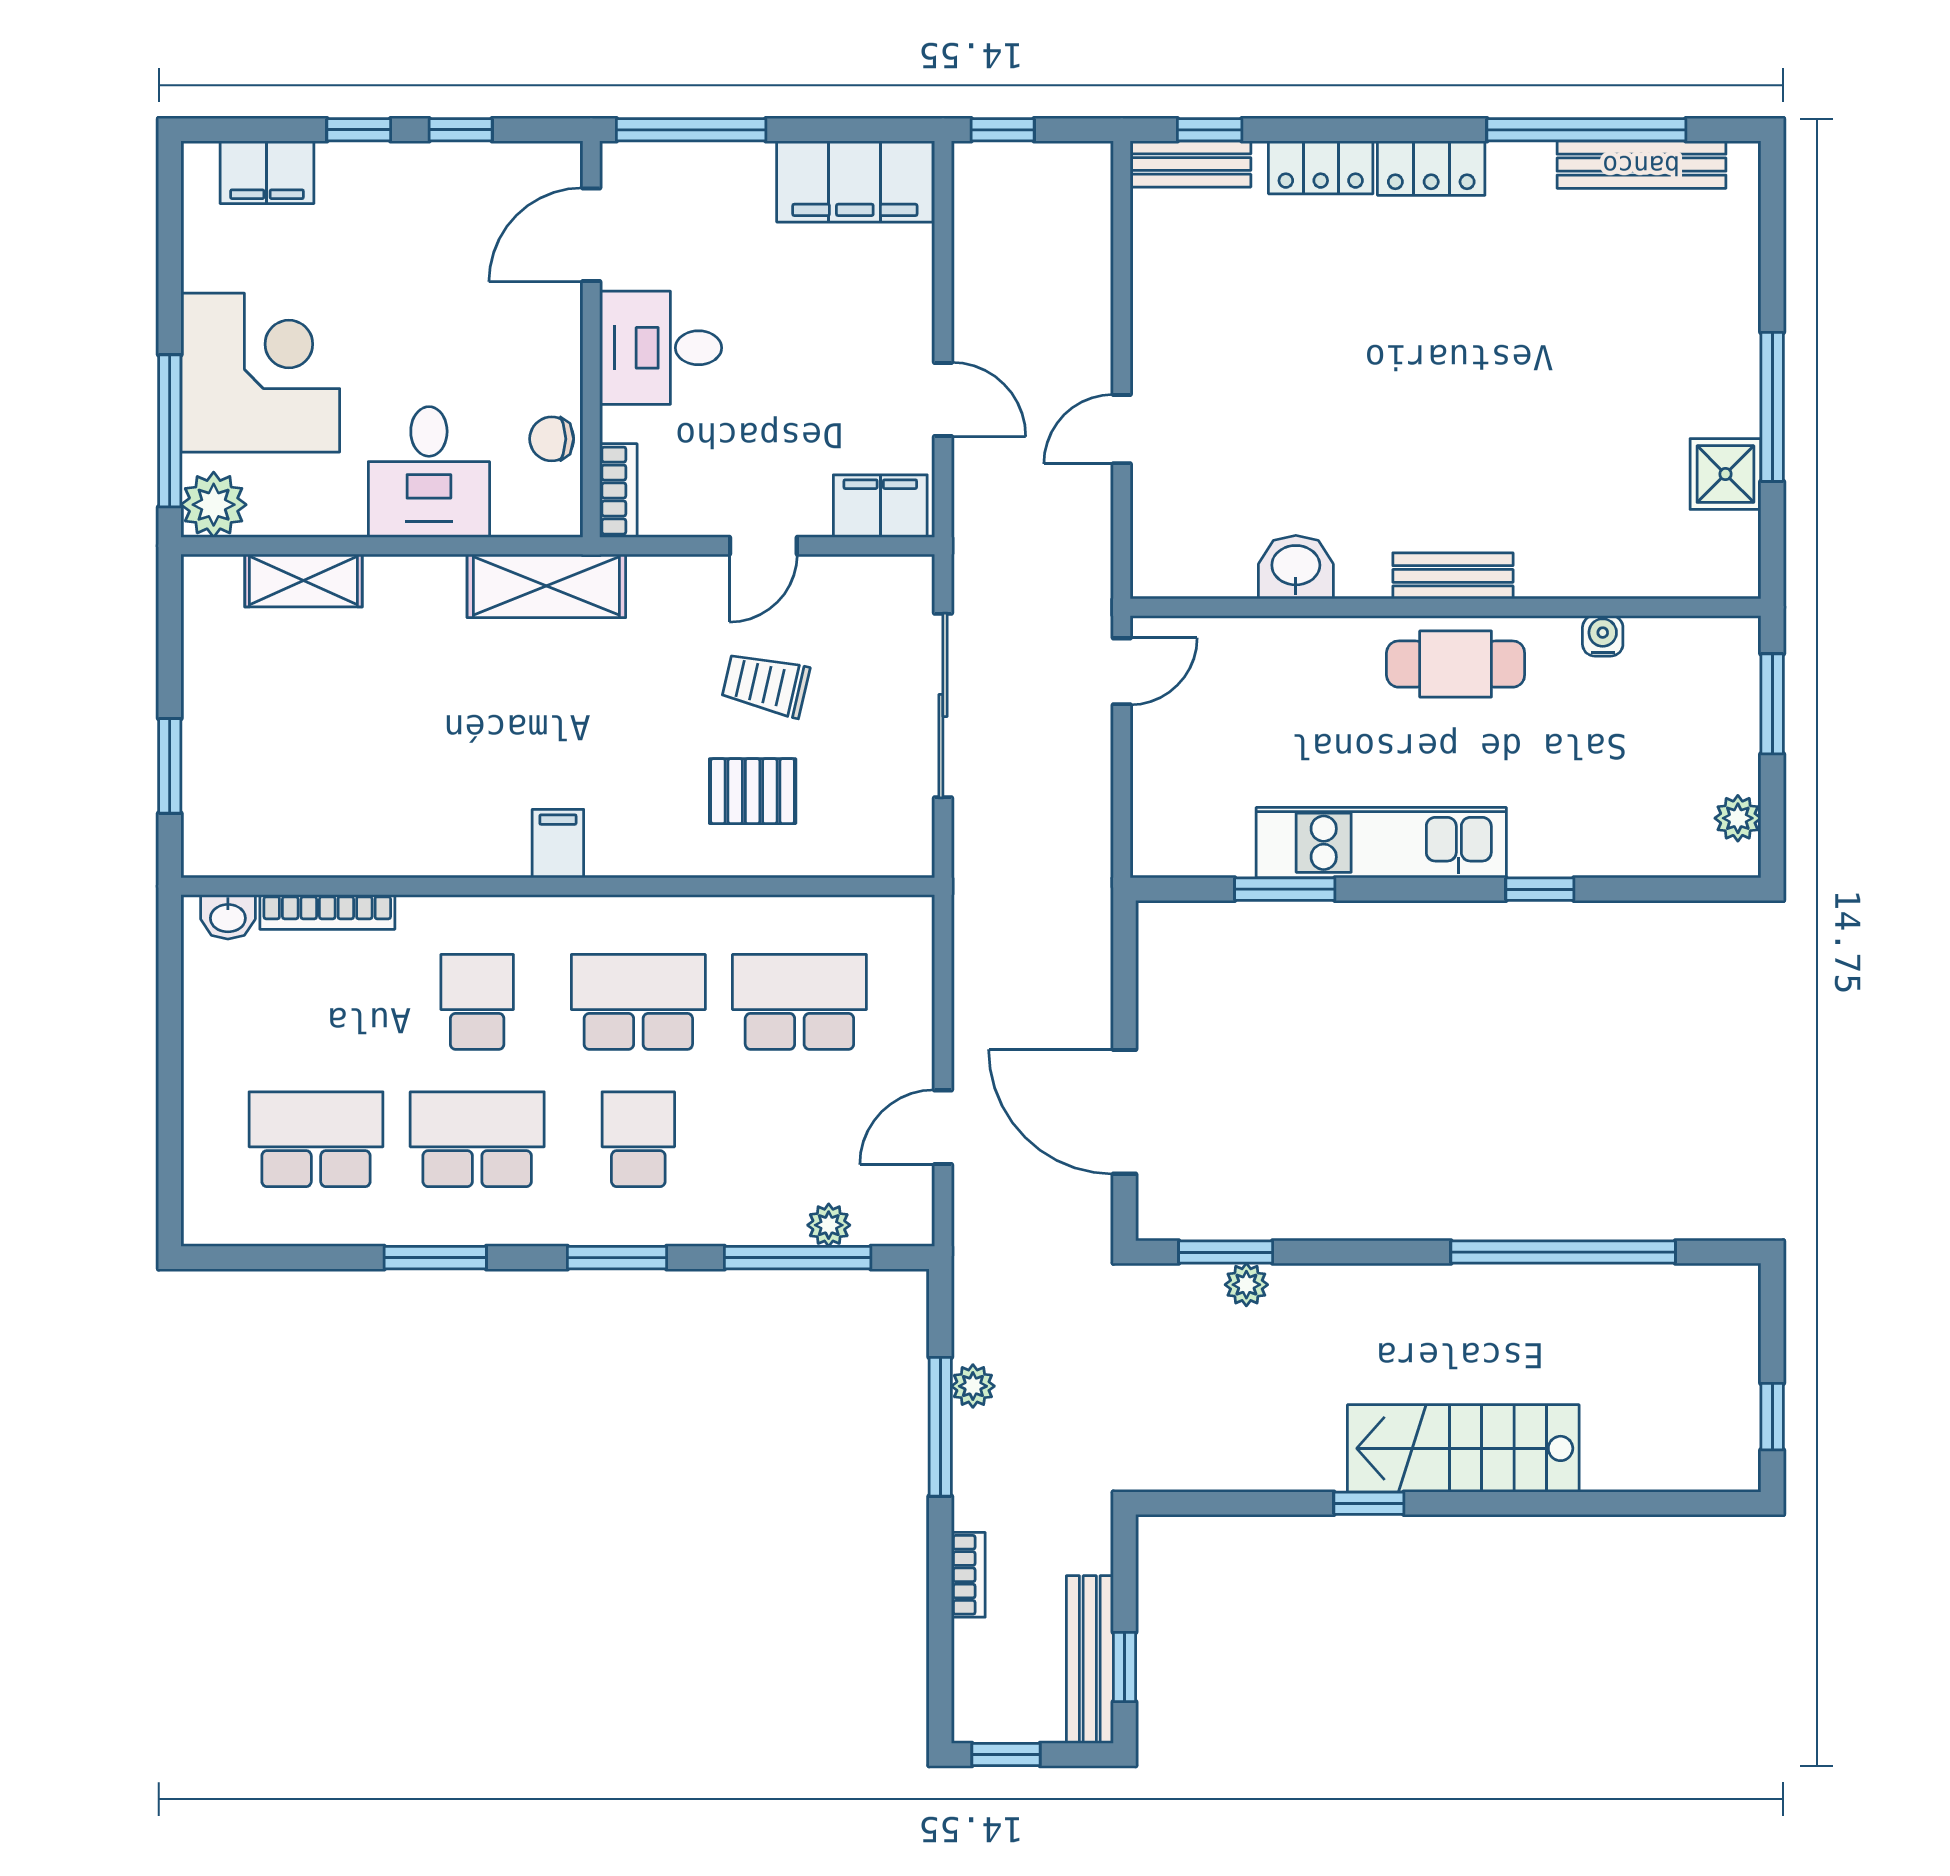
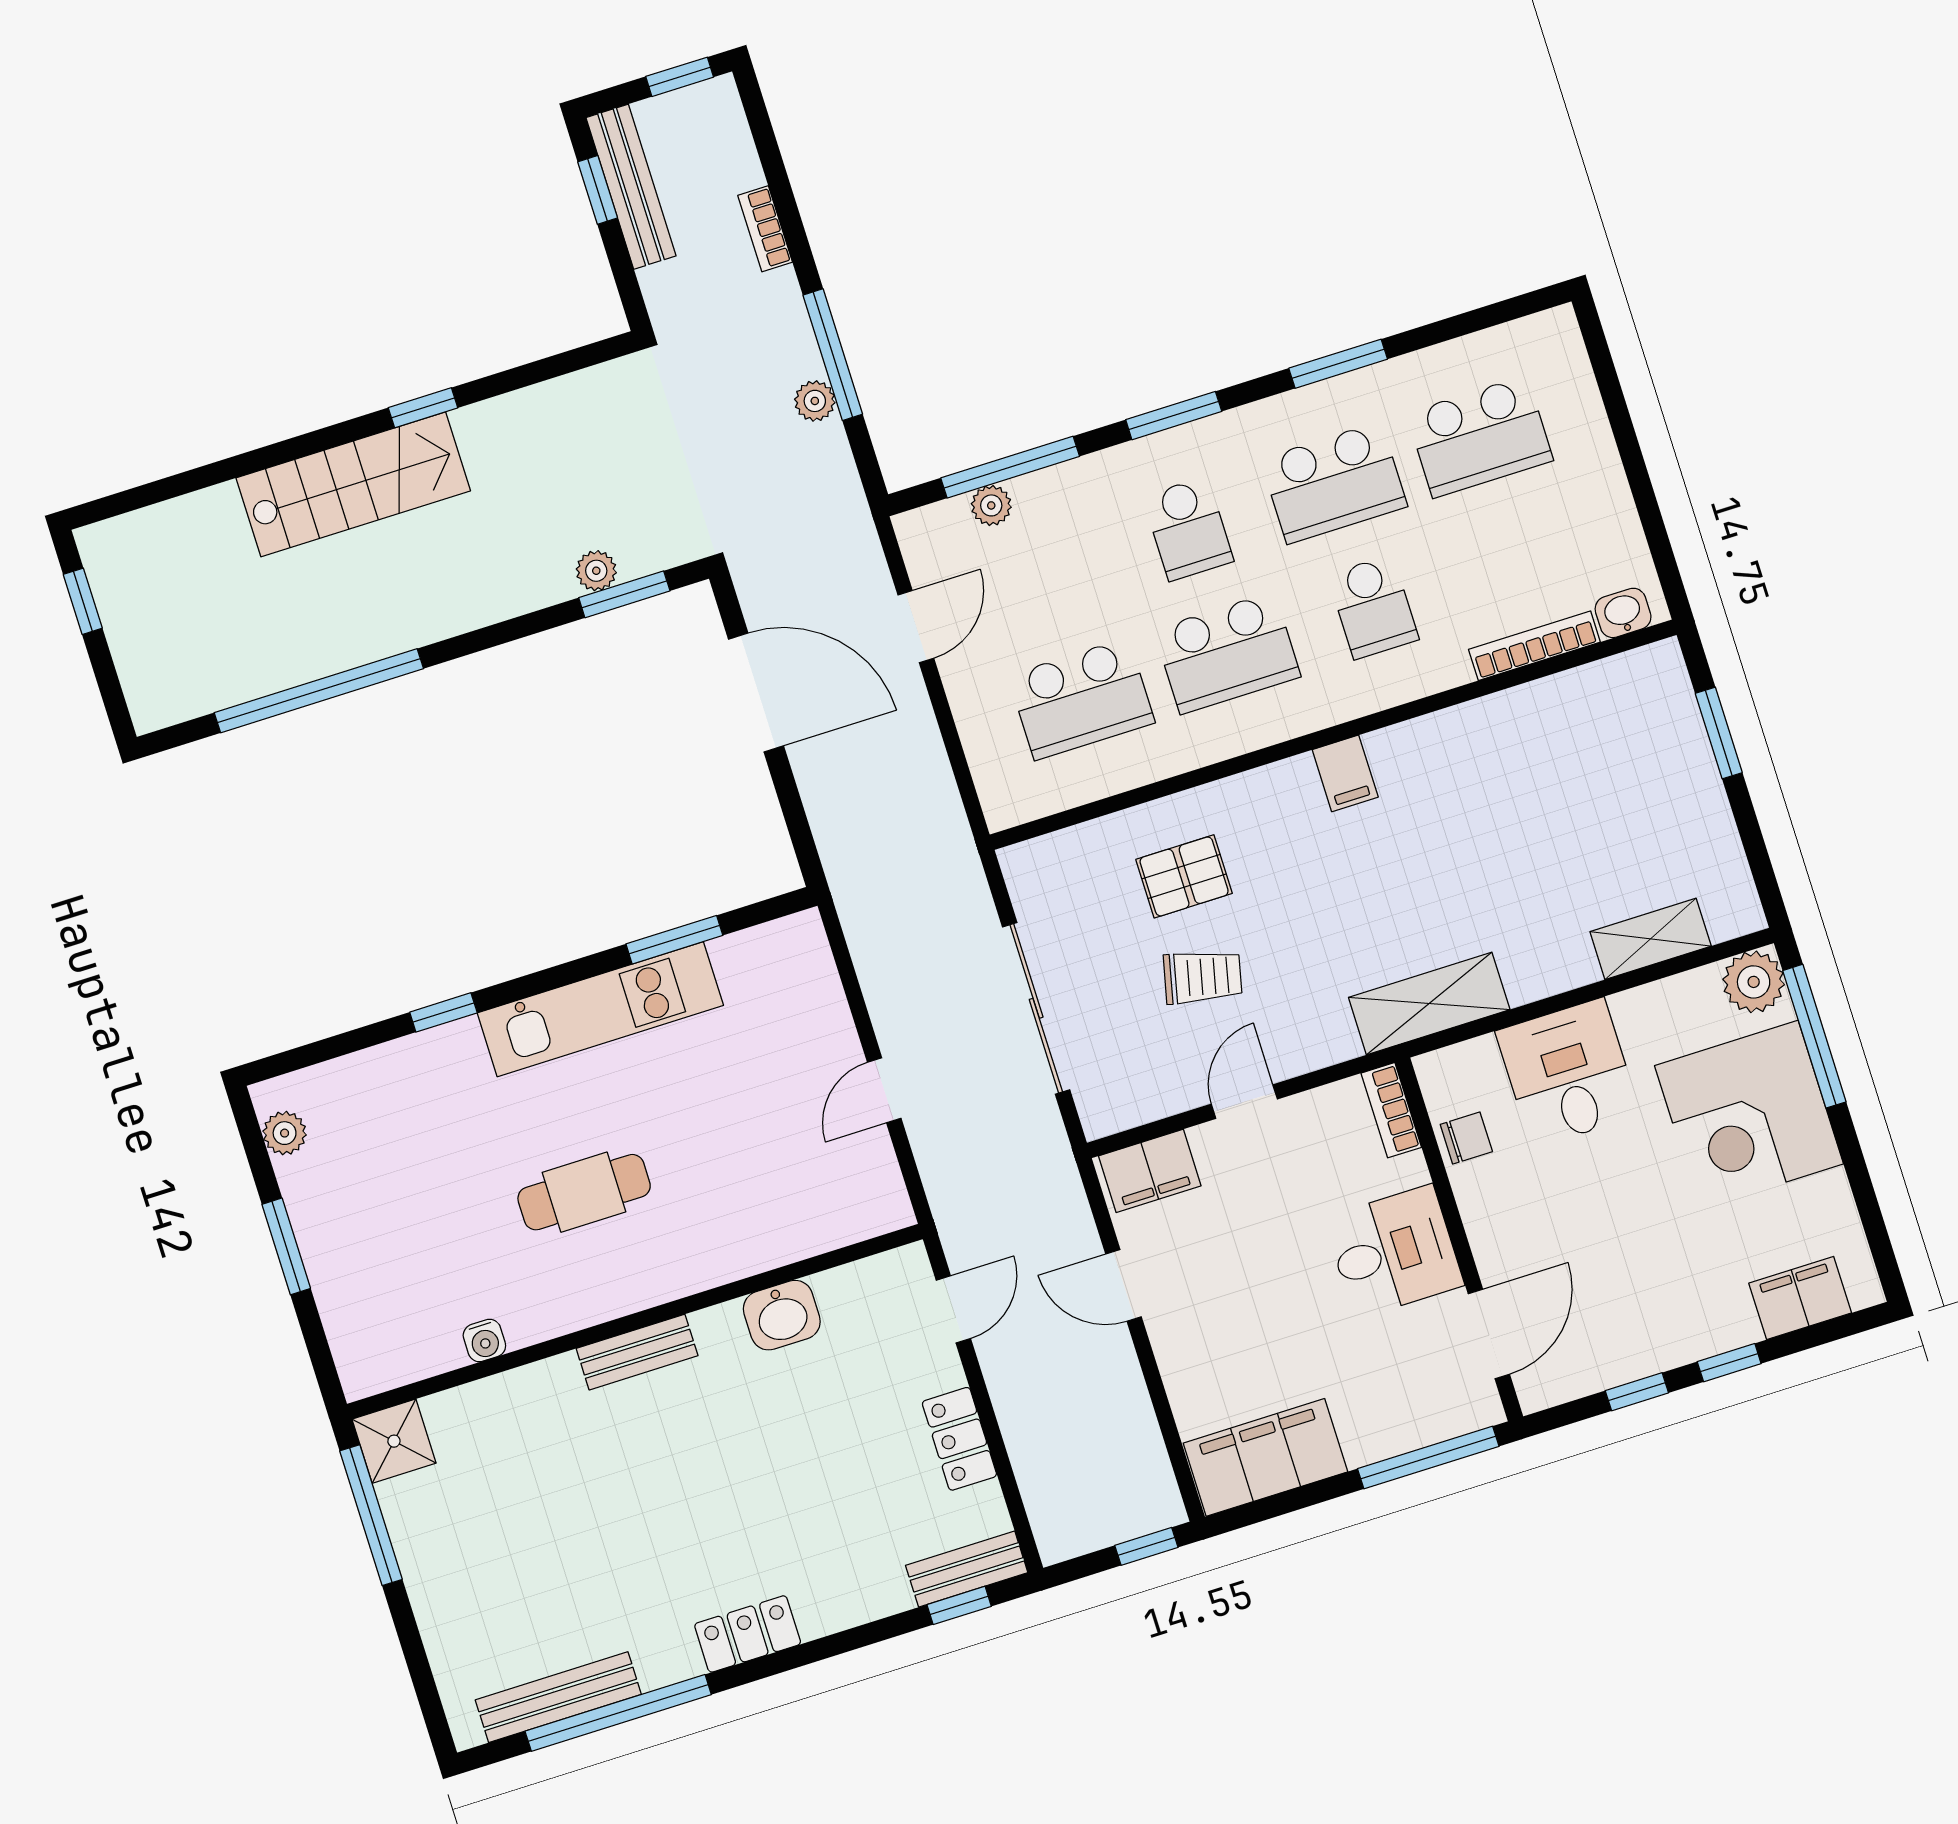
locker: (1321, 167) -> (959, 1439), moved, turned -90
washbasin: (1296, 567) -> (782, 1315), moved
bench: (1453, 576) -> (637, 1352), moved
wall: (1445, 607) -> (635, 1322), moved
water cooler: (1603, 636) -> (484, 1341), moved

